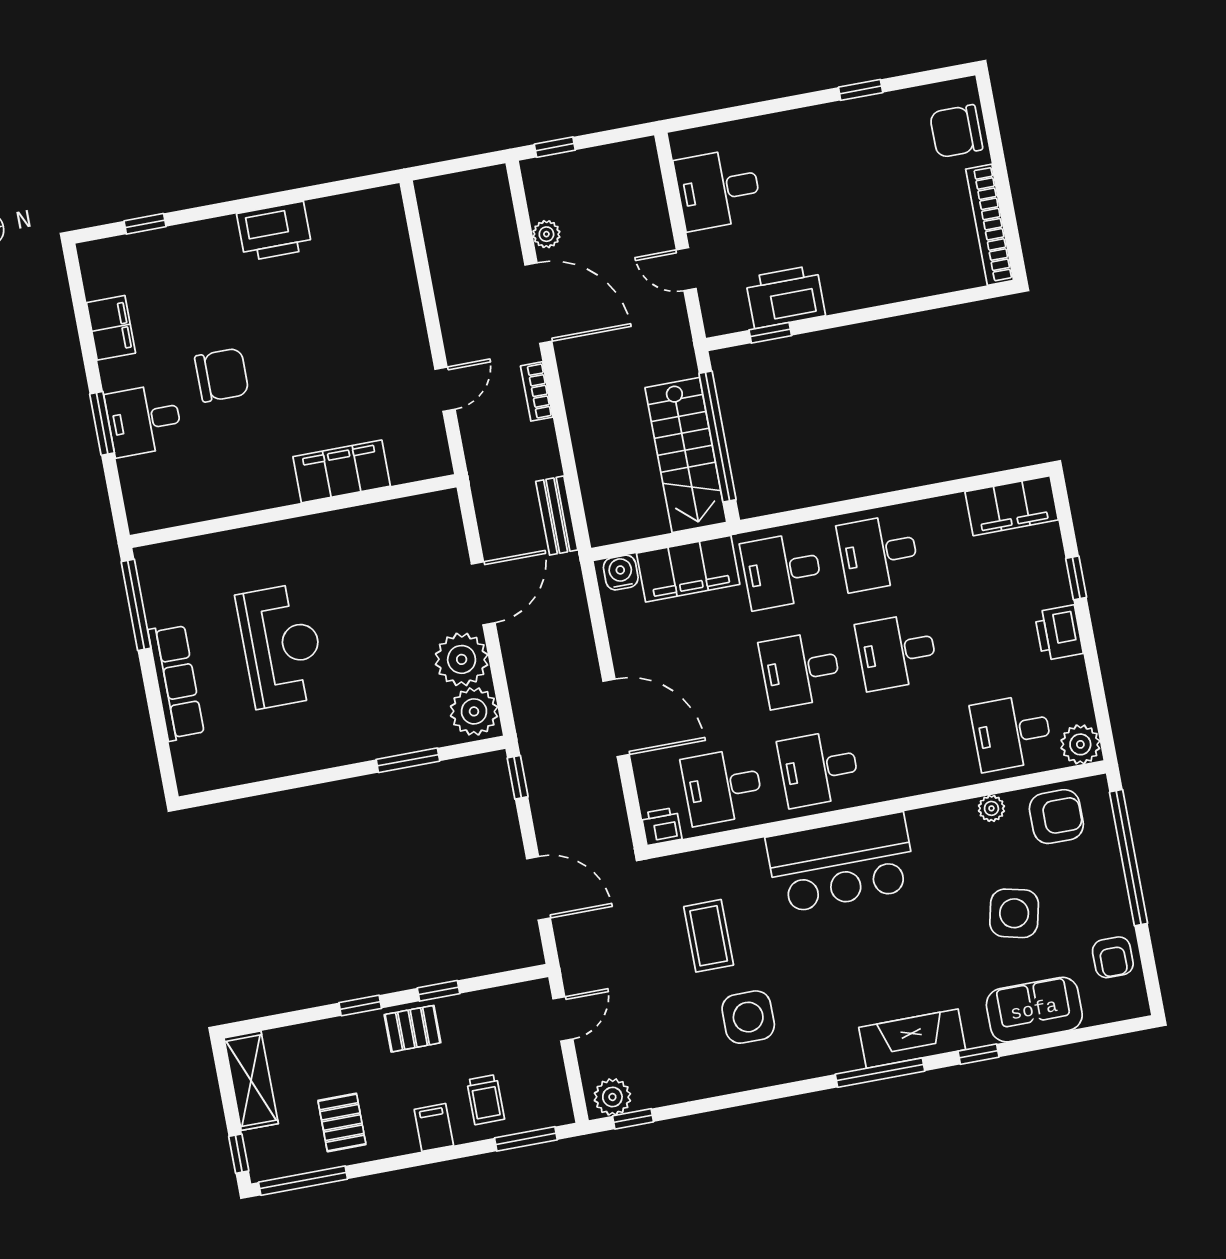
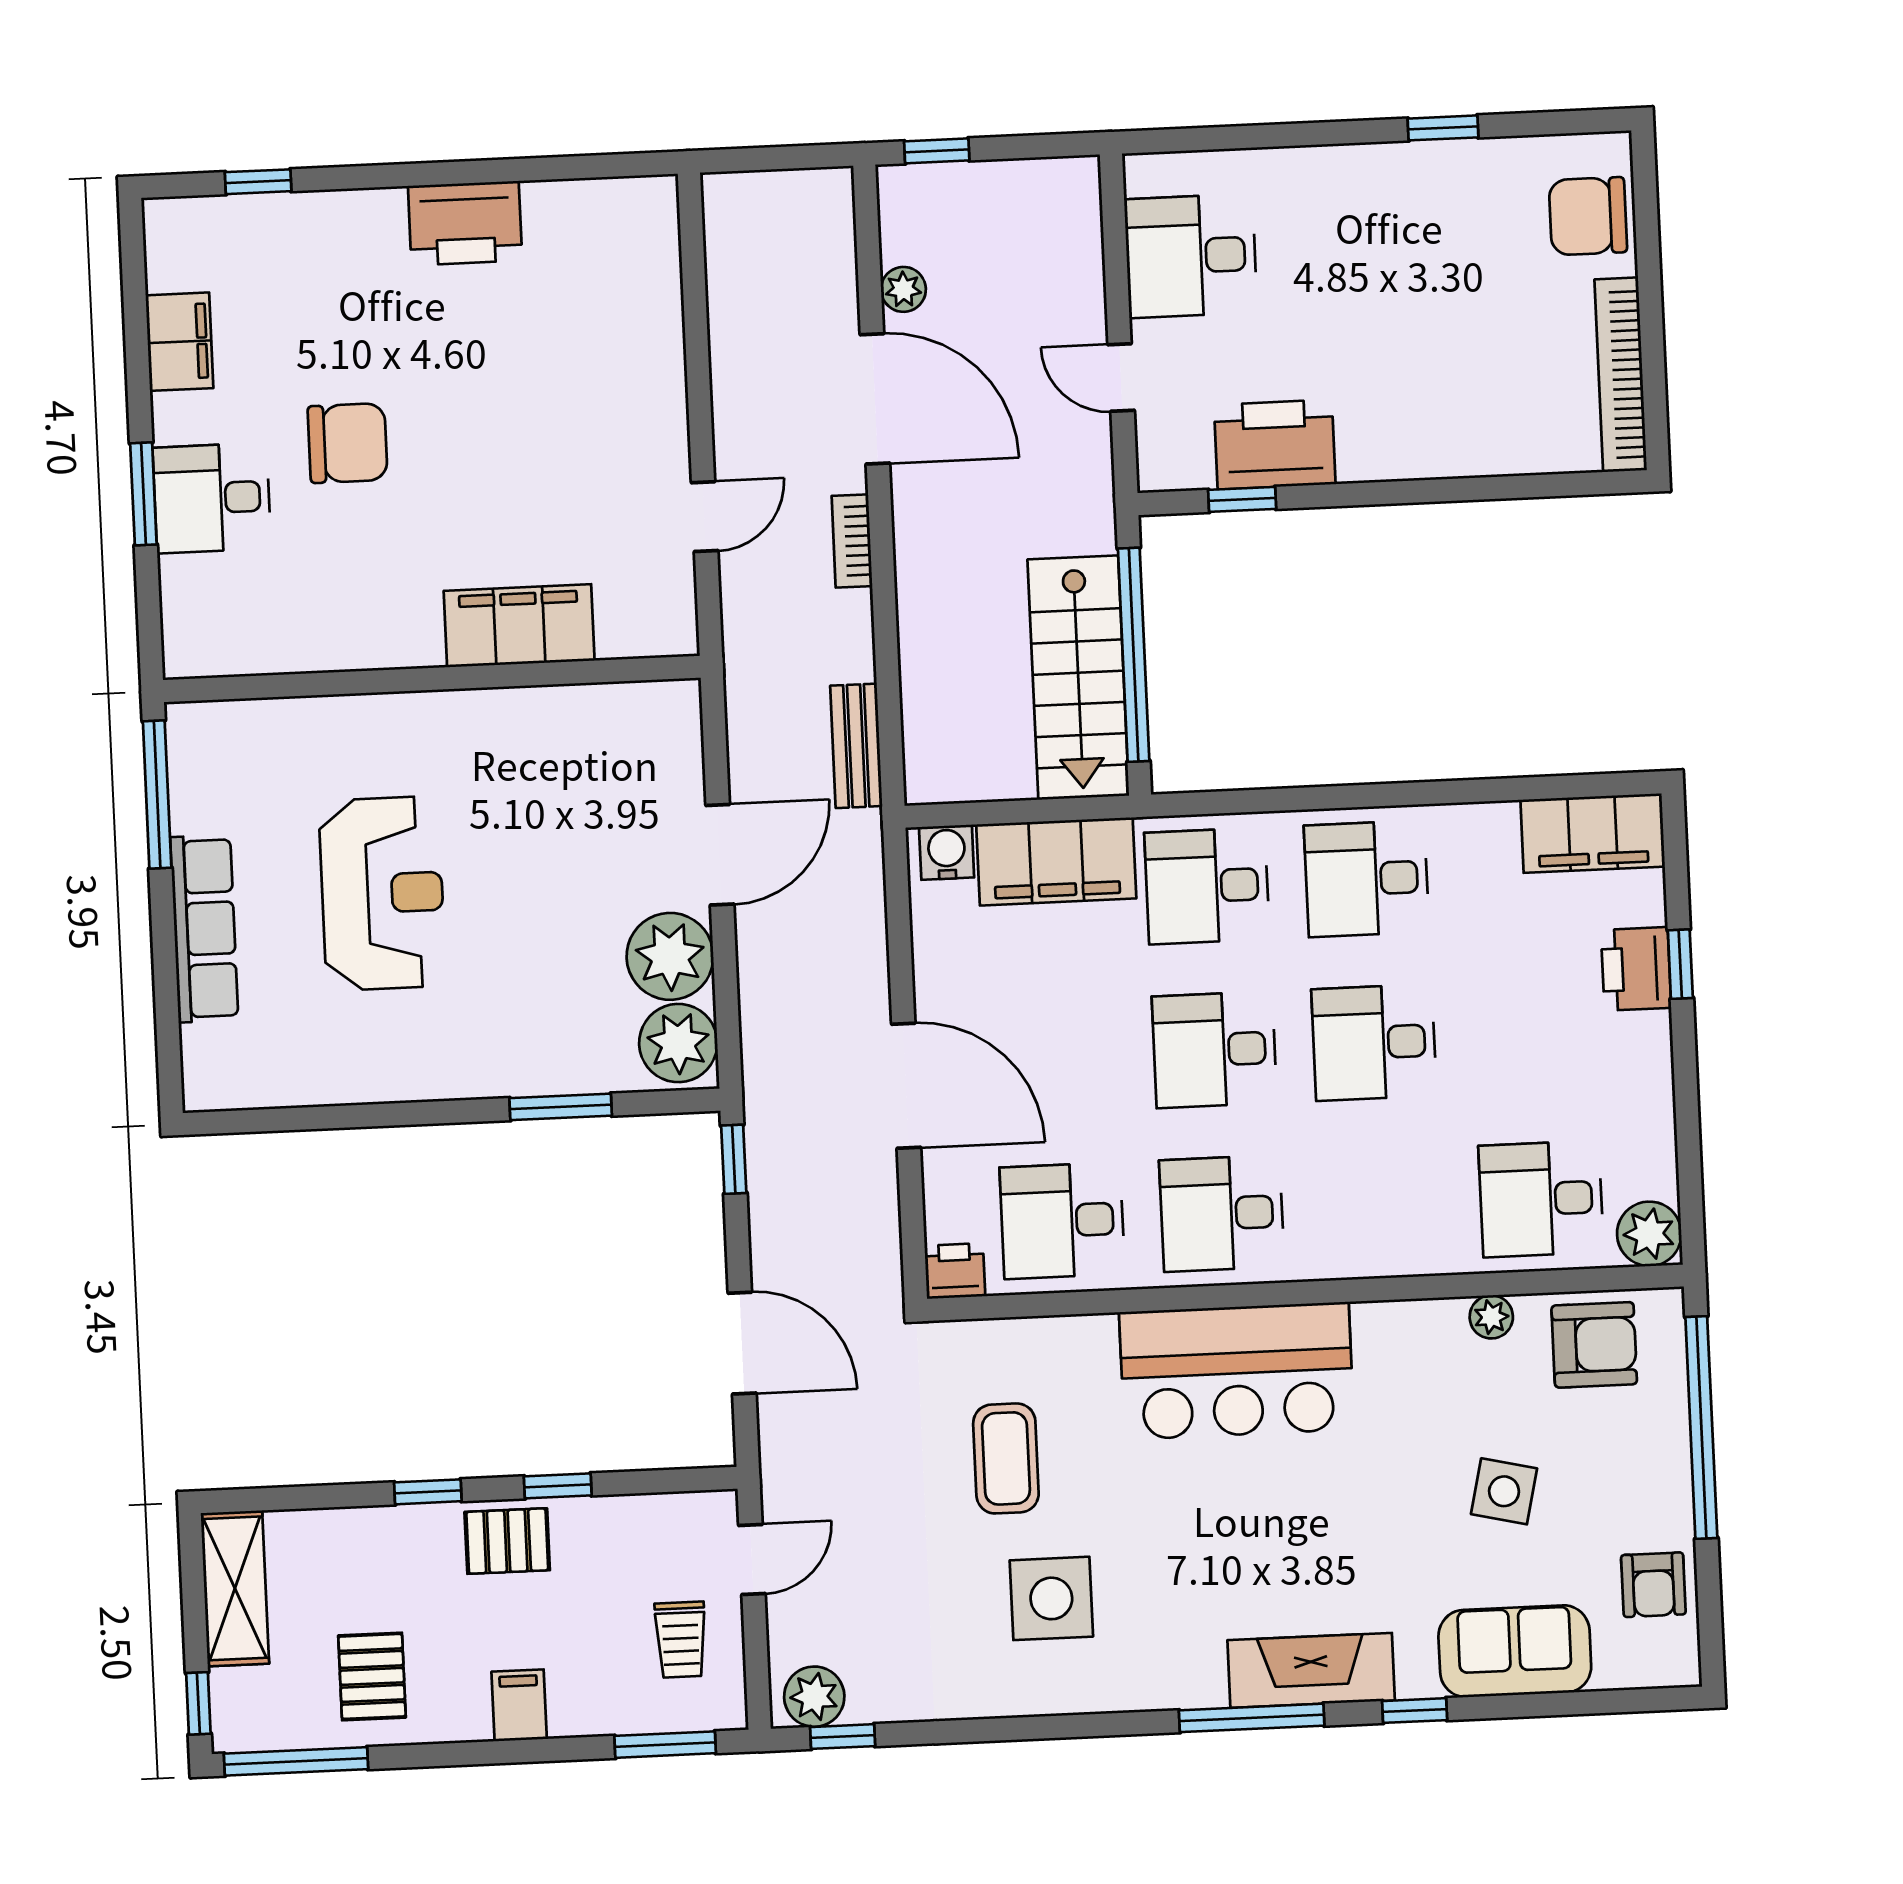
printer: (1059, 633) -> (1636, 969), moved
side table: (1014, 913) -> (1504, 1491), width x0.73, depth x0.73
trolley: (486, 1100) -> (681, 1640), moved

